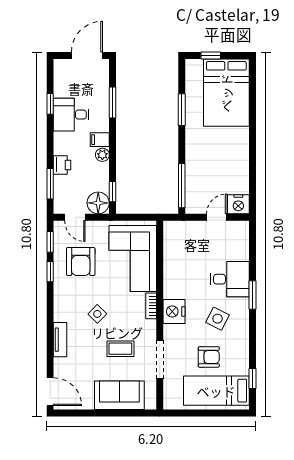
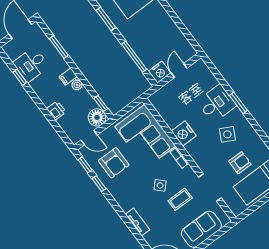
desk: (71, 115) -> (31, 64), moved
window: (50, 184) -> (58, 128), removed
window: (182, 186) -> (134, 57), moved
nightstand: (238, 204) -> (160, 72), moved
nightstand: (174, 311) -> (184, 133), moved
side table: (97, 314) -> (160, 185), moved

